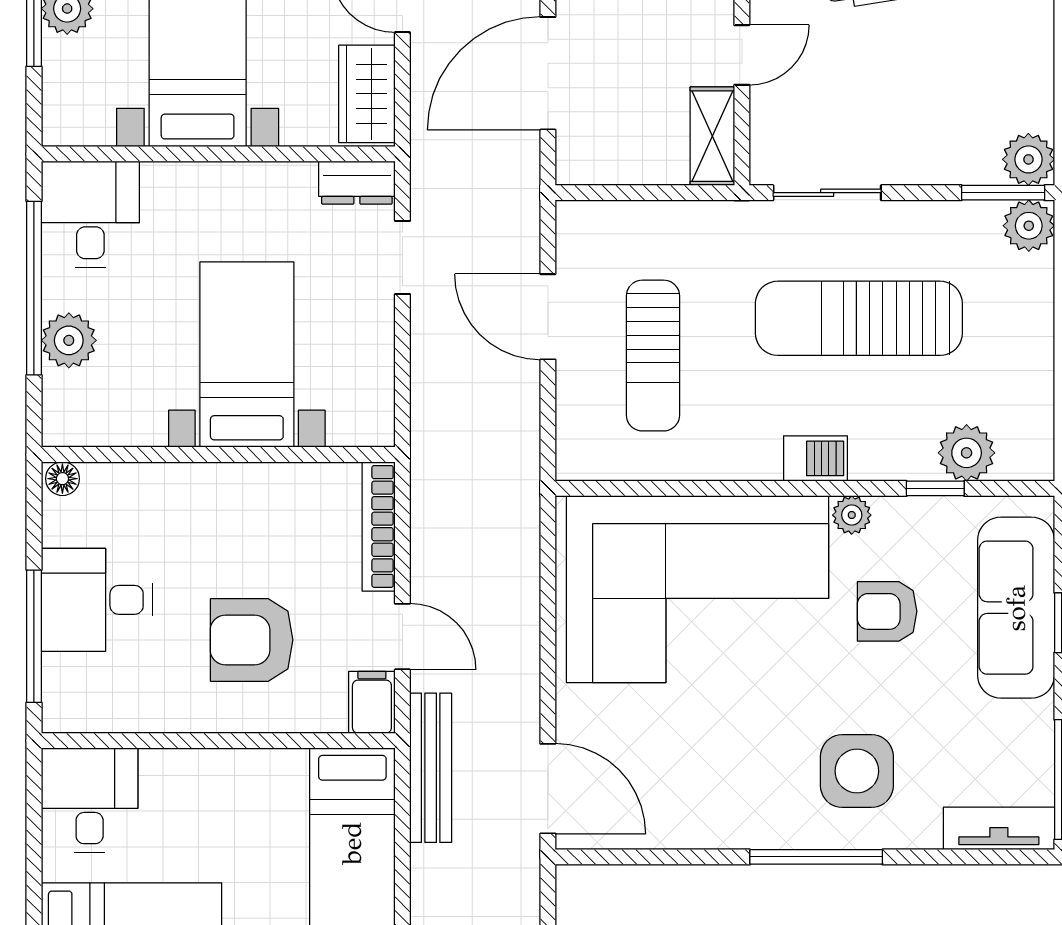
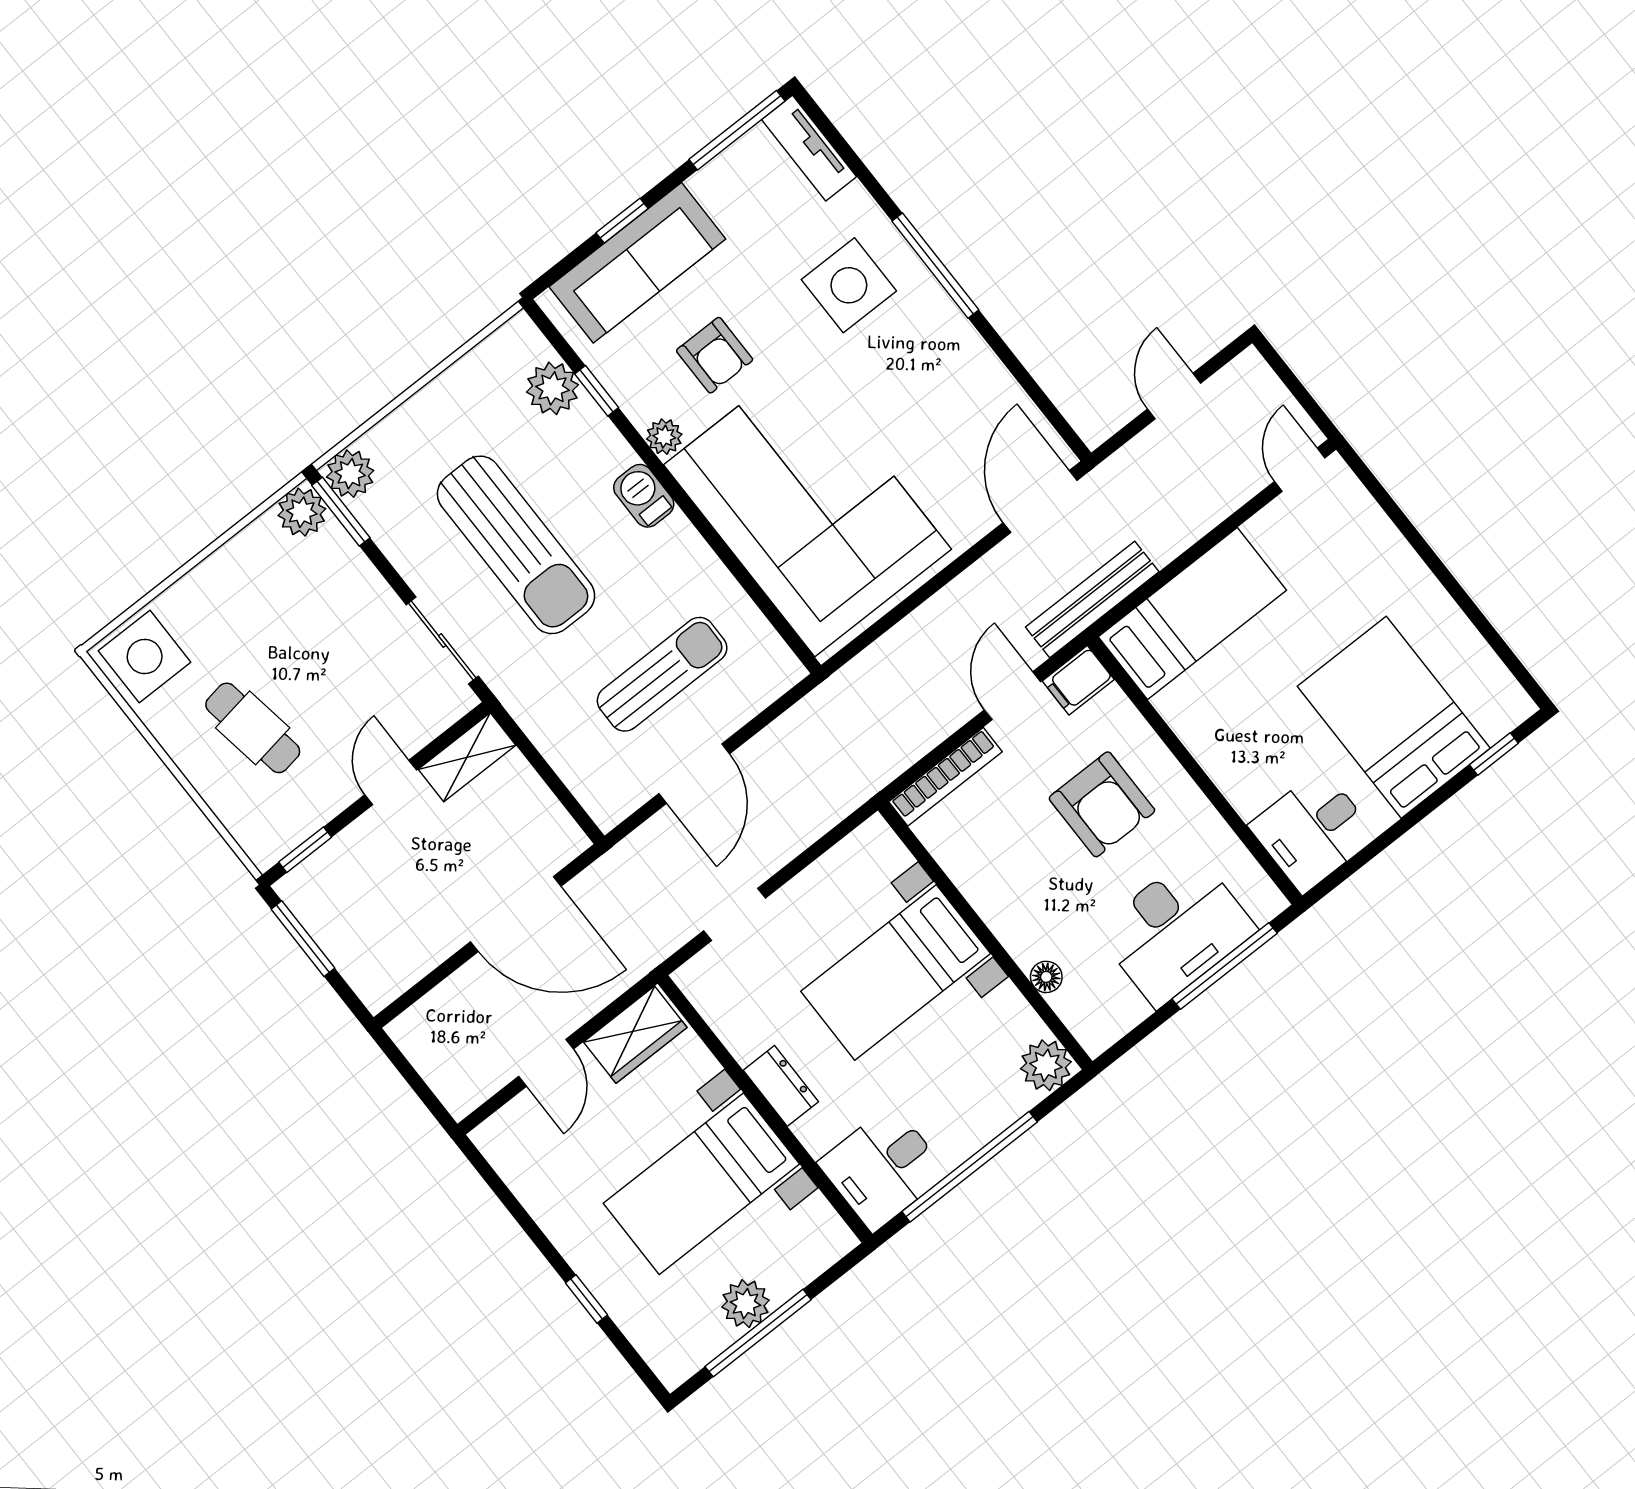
door: (742, 55) -> (391, 782), hinge flipped
dresser: (357, 183) -> (781, 1086), moved
plant: (69, 340) -> (1046, 1065), moved
floor lamp: (62, 479) -> (1046, 977), moved
desk: (97, 600) -> (1176, 930), width x1.37

